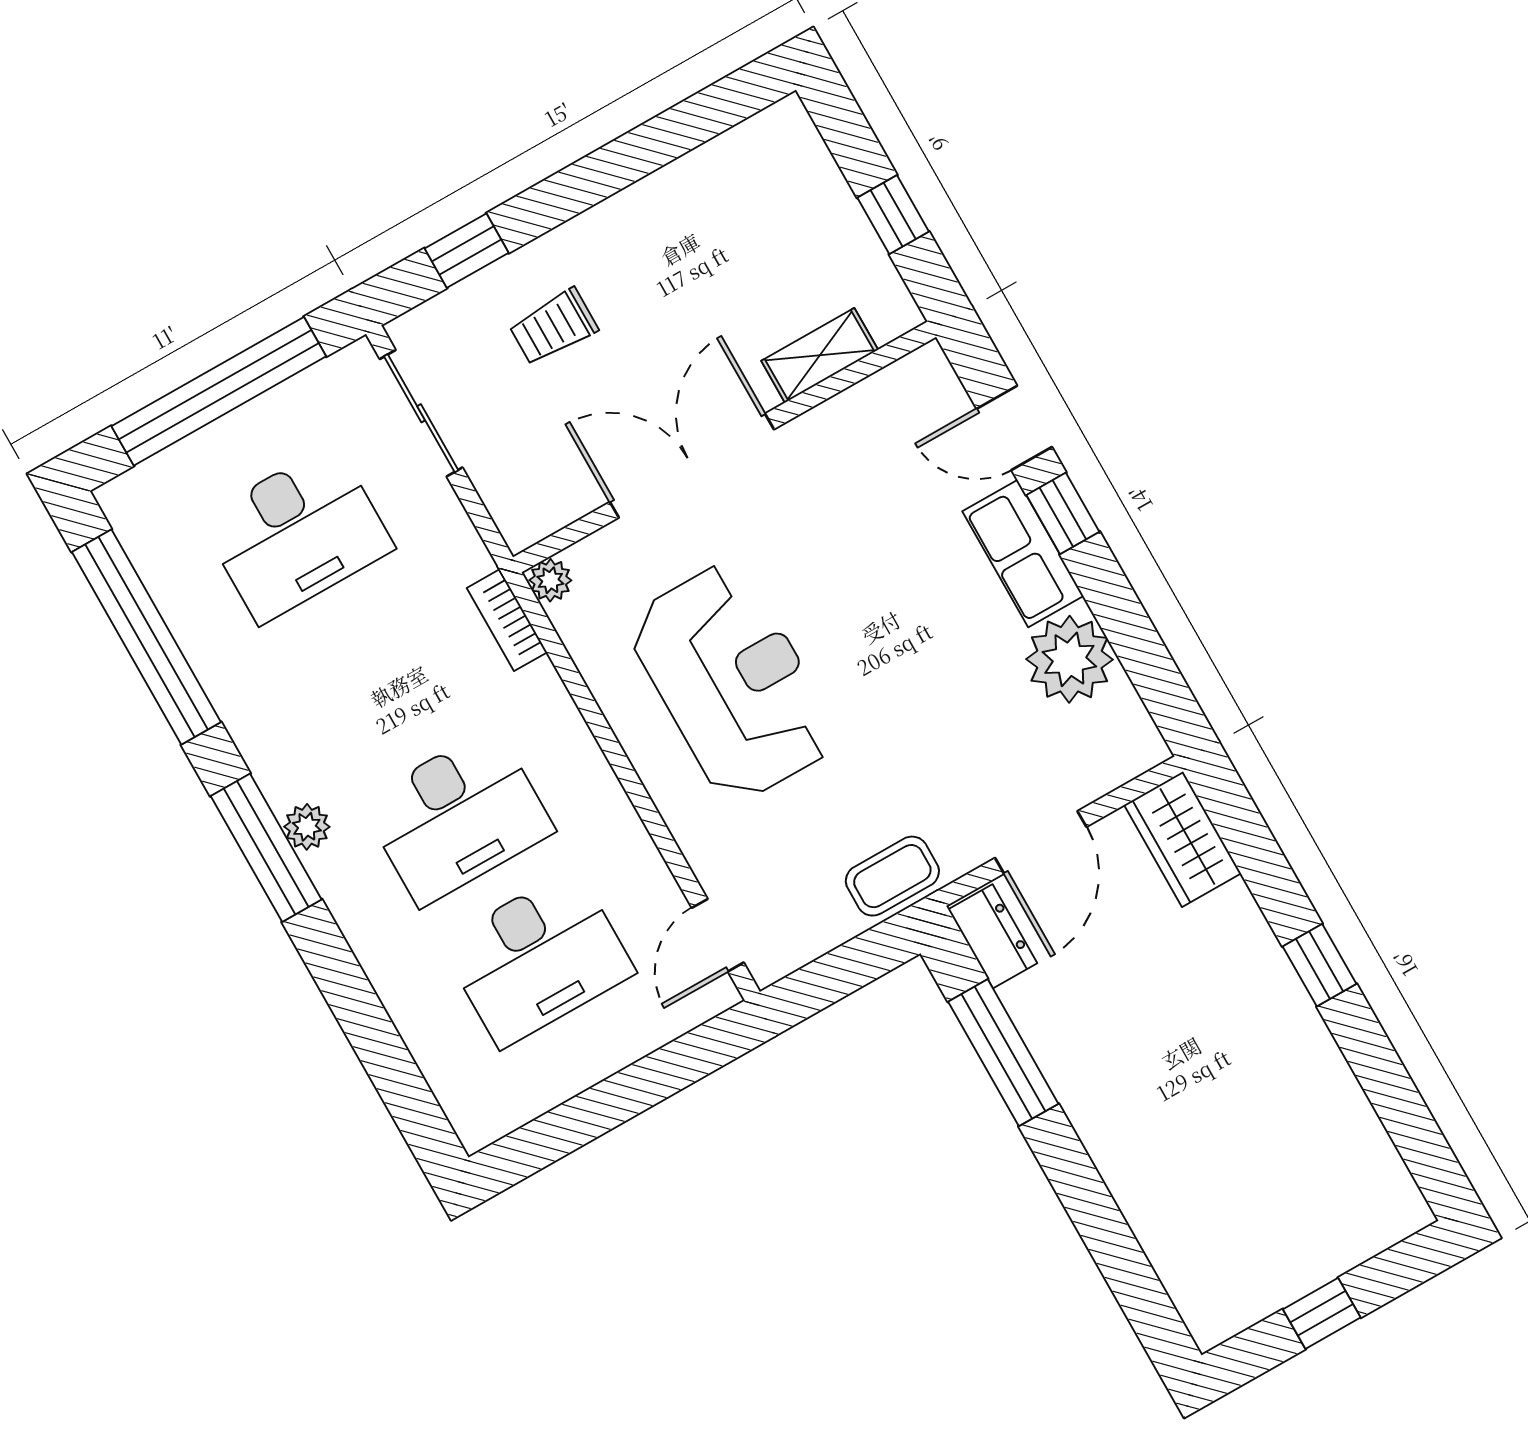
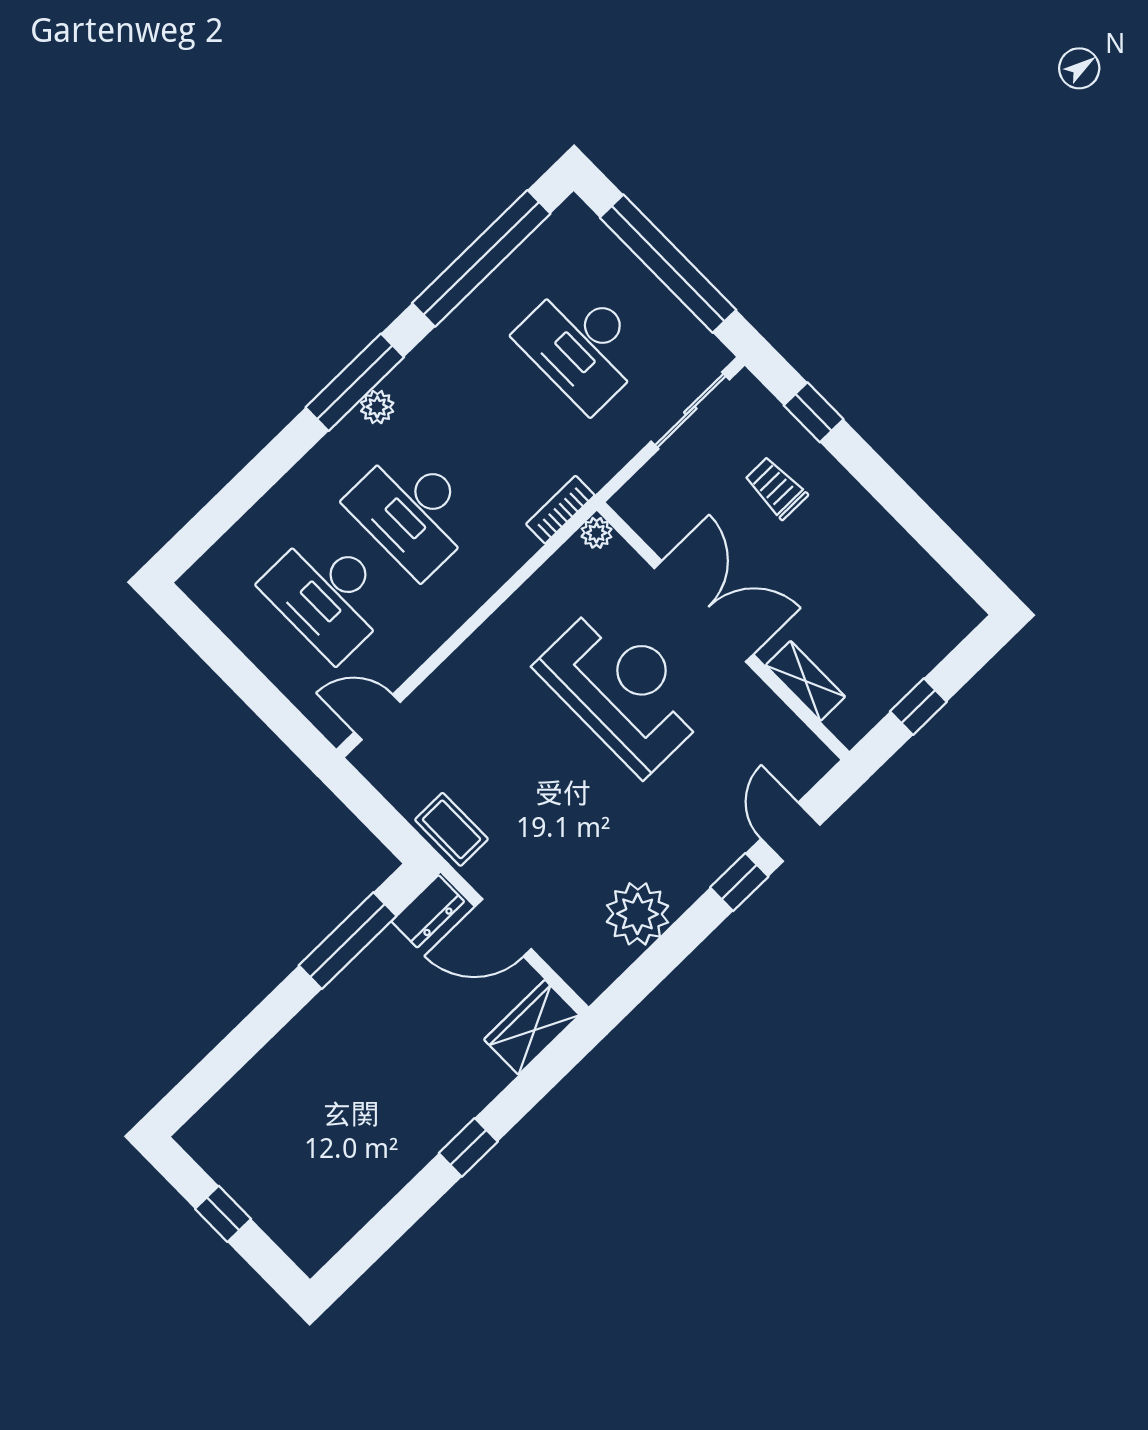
row of seats: (1023, 554) -> (703, 861), removed
reception desk: (732, 682) -> (623, 689), moved, turned -90

